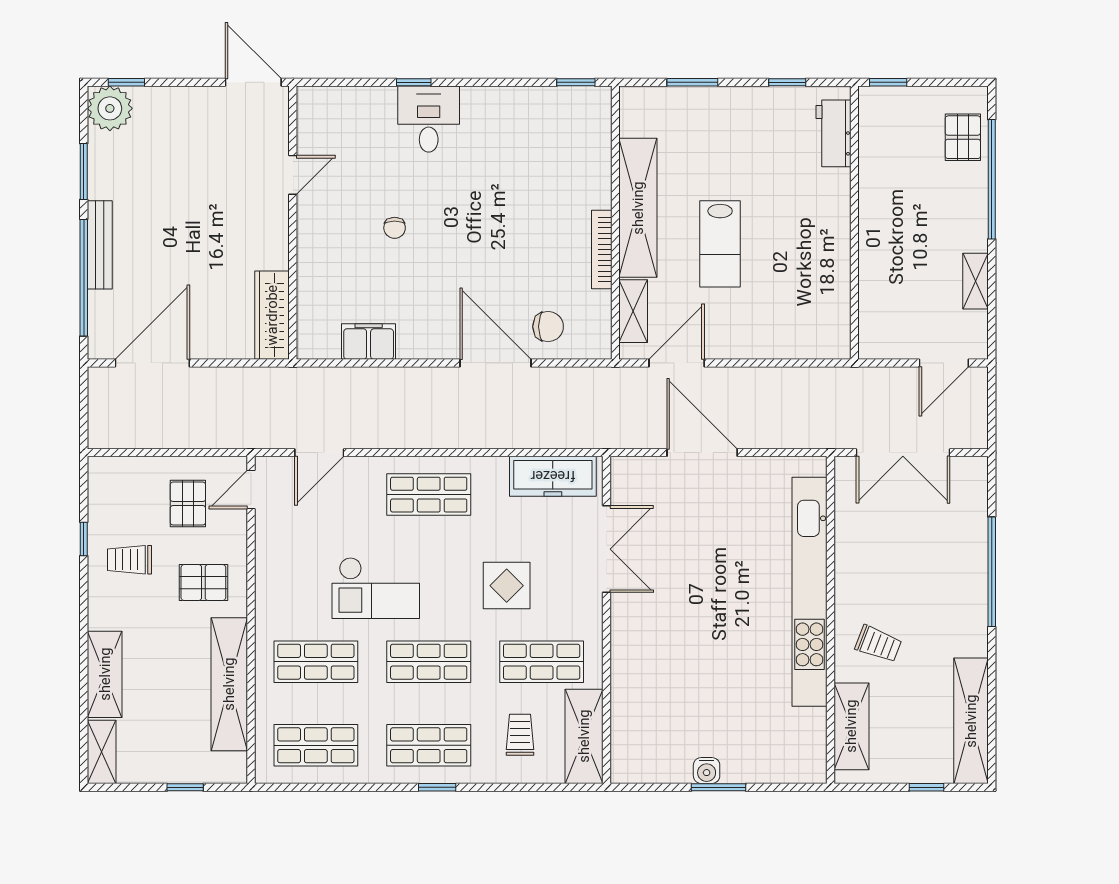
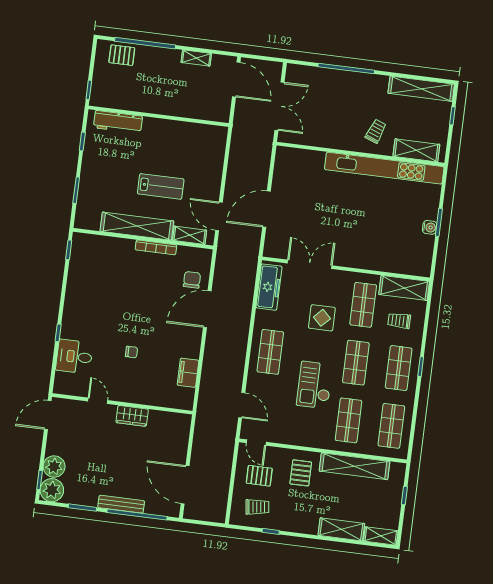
plant: (156, 107) -> (54, 467), added
desk: (429, 119) -> (74, 357), moved
workbench: (834, 133) -> (118, 122), width x1.38
wardrobe: (272, 315) -> (132, 416), moved, width x0.67
door: (944, 363) -> (236, 80), width x1.36
trolley: (129, 560) -> (257, 507), moved, turned -97
checkout: (376, 588) -> (315, 385), turned 180
kitchen unit: (809, 592) -> (384, 168), moved

